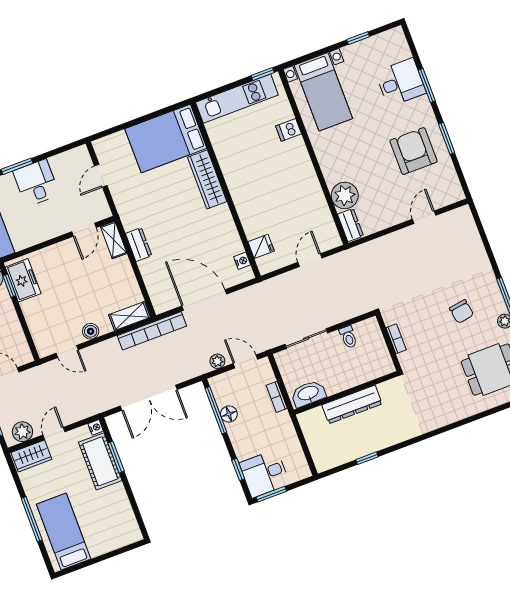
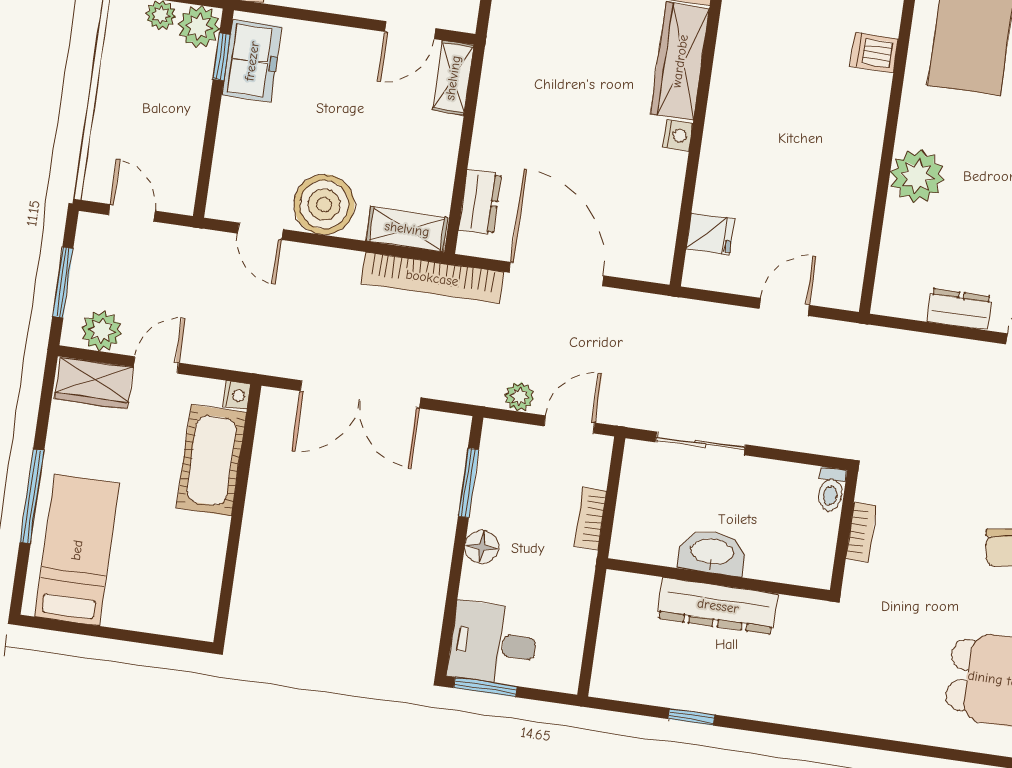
plant: (345, 195) -> (917, 176), moved
dresser: (351, 225) -> (959, 309), moved, turned -90
dresser: (139, 245) -> (480, 202), moved
nightstand: (242, 261) -> (678, 135), moved
boiler: (91, 331) -> (324, 204), width x1.86, depth x1.86
toilet: (348, 337) -> (831, 490), moved
door: (245, 361) -> (569, 424), hinge flipped
washbasin: (308, 394) -> (712, 553), moved
window: (216, 410) -> (468, 483), width x0.69
floor lamp: (229, 414) -> (482, 547), moved
window: (116, 457) -> (244, 468), removed
window: (238, 470) -> (450, 611), removed

